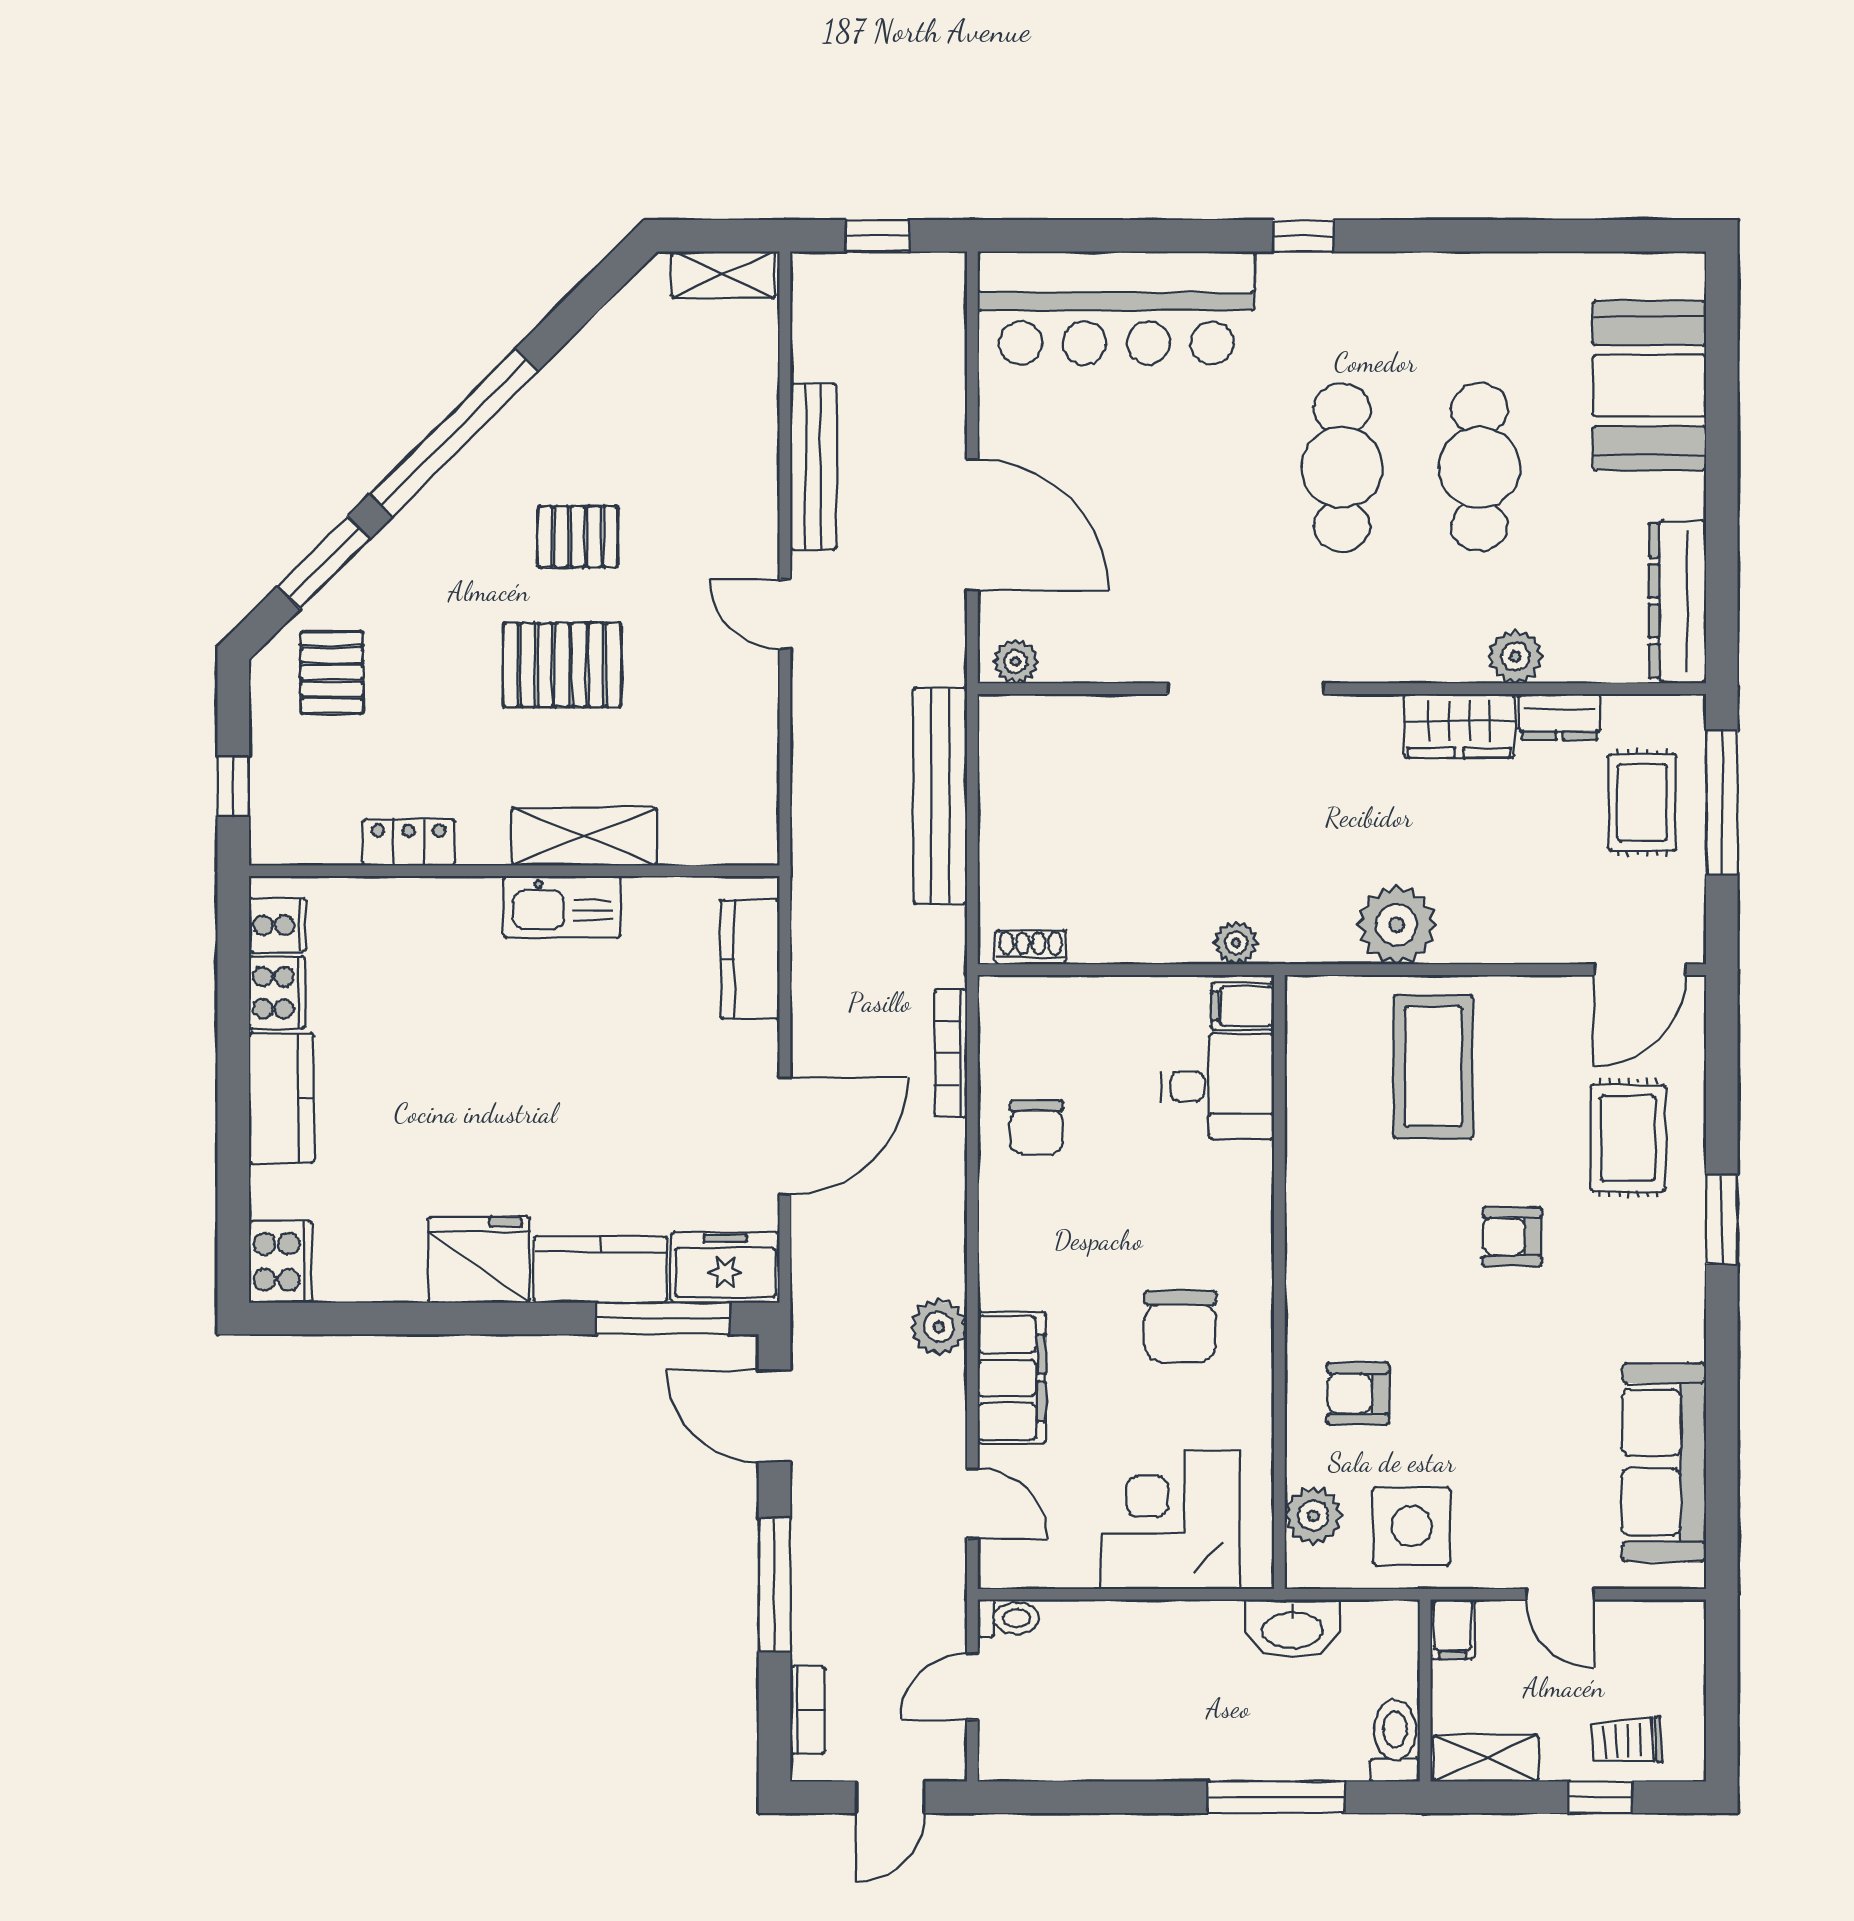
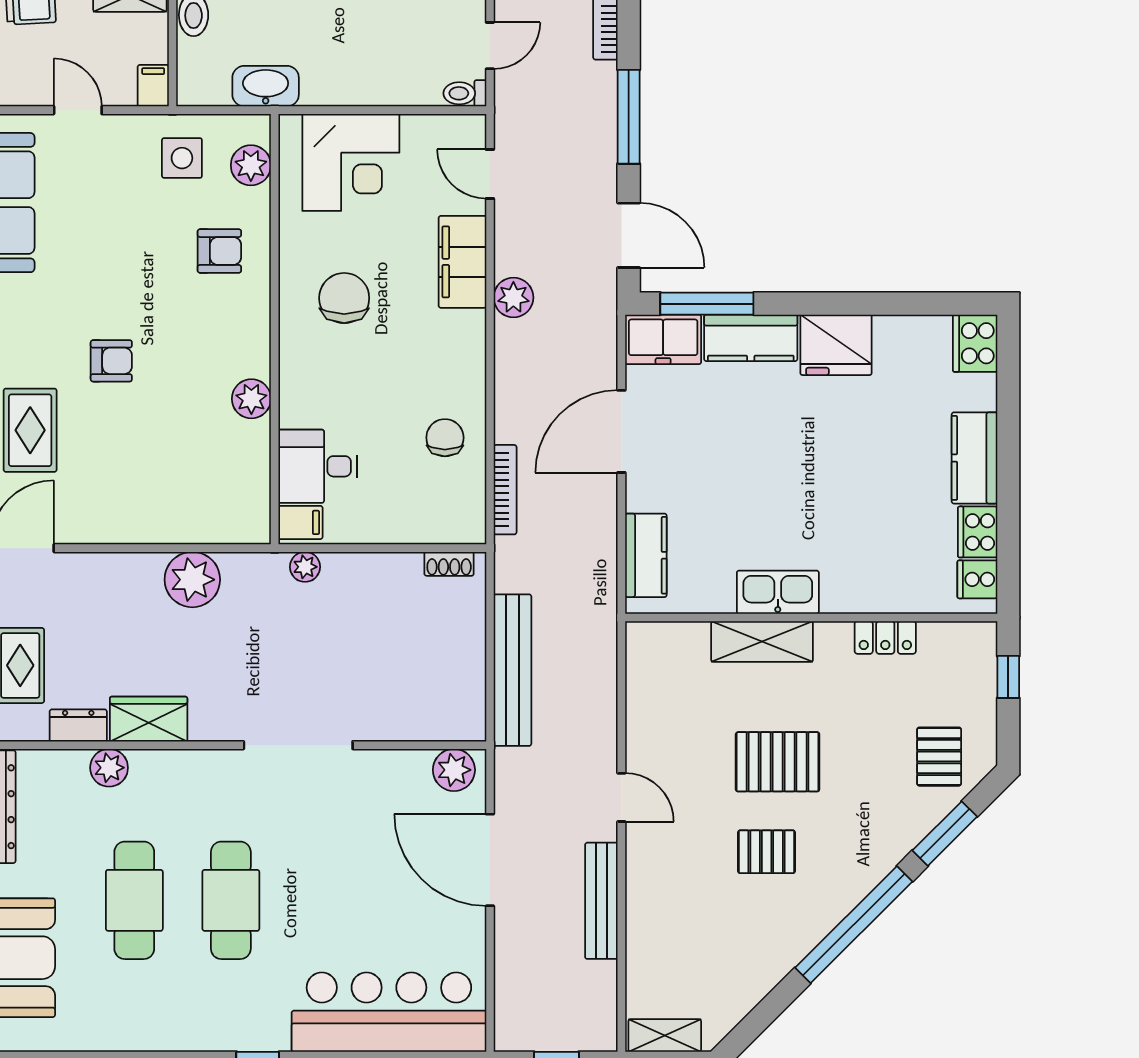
plant: (1016, 662) -> (454, 770), width x1.38, depth x1.38
coffee table: (1433, 1067) -> (167, 480), removed
plant: (1313, 1183) -> (251, 399), added
side table: (1412, 1526) -> (182, 158), width x0.73, depth x0.73

